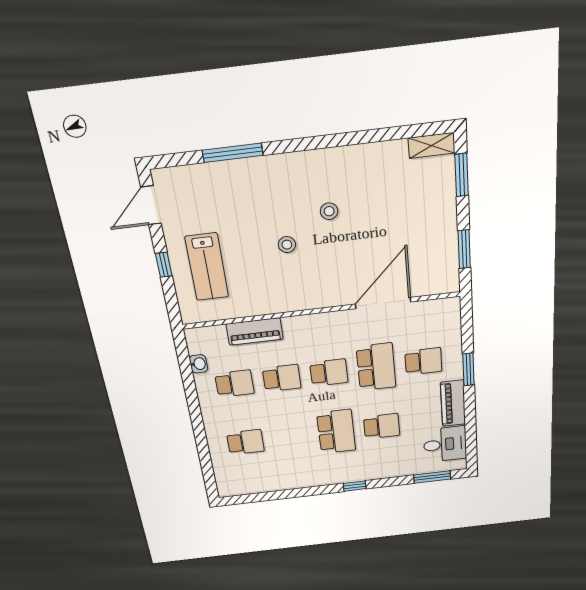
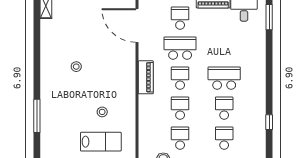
stool: (287, 245) -> (102, 112), moved
door: (383, 303) -> (137, 25), moved
piano: (255, 331) -> (146, 77), moved
school desk: (382, 426) -> (224, 108), moved
window: (355, 486) -> (269, 122), moved

